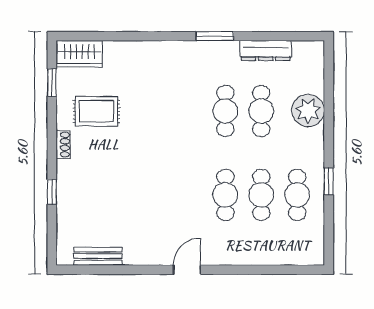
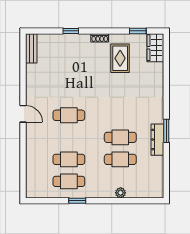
dresser: (266, 51) -> (157, 140), moved
plant: (308, 111) -> (121, 193), width x0.53, depth x0.53
cafe table: (225, 195) -> (69, 115), moved
bench: (98, 256) -> (31, 48), moved

